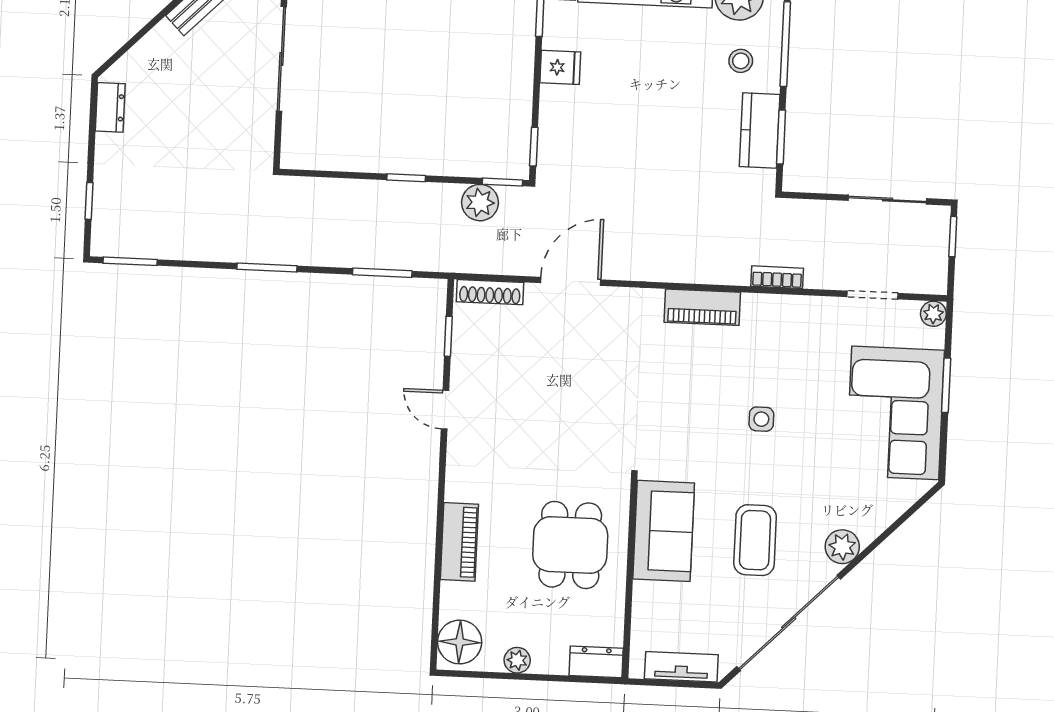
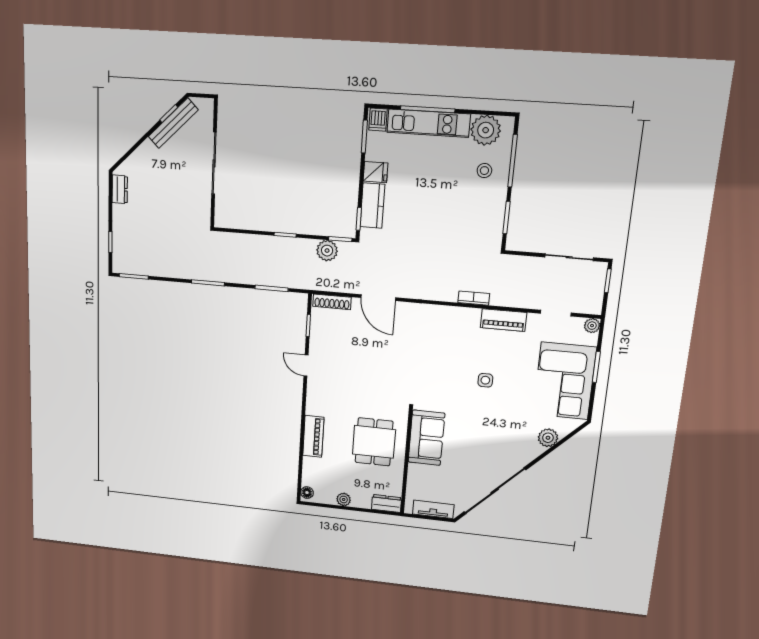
kitchen counter: (760, 130) -> (372, 206), moved, turned 180
bookcase: (777, 277) -> (474, 298), moved
door: (571, 281) -> (378, 298), swing flipped
piano: (702, 307) -> (503, 320), moved
coffee table: (755, 540) -> (478, 446), removed
plant: (842, 547) -> (548, 438), moved
floor lamp: (460, 642) -> (307, 493), width x0.53, depth x0.53

